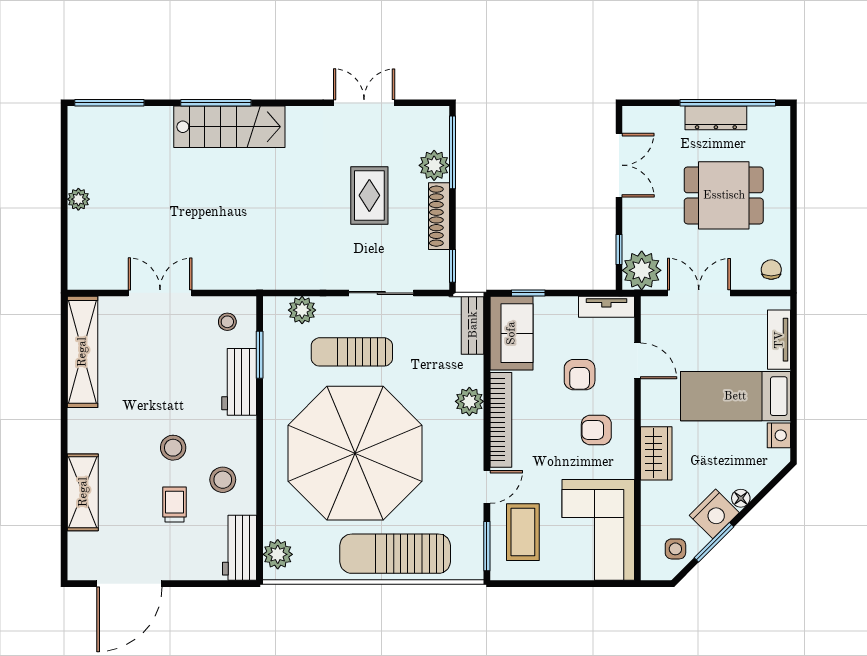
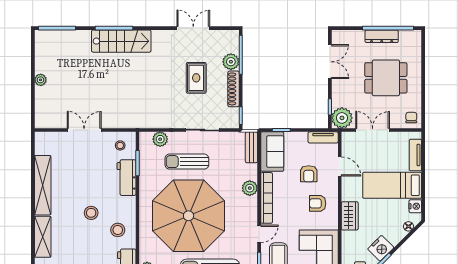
shelving: (82, 352) -> (43, 185), moved
floor lamp: (741, 498) -> (408, 226), moved
trolley: (175, 505) -> (92, 243), removed

